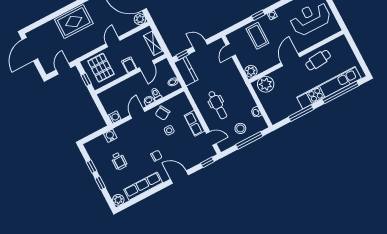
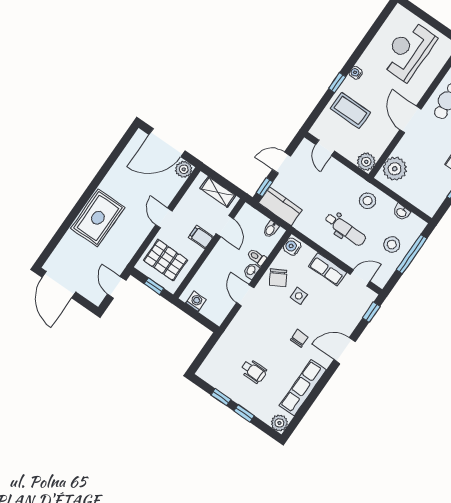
stool: (240, 95) -> (367, 201), added
washing machine: (114, 117) -> (196, 301), moved
water cooler: (110, 136) -> (292, 247), moved

